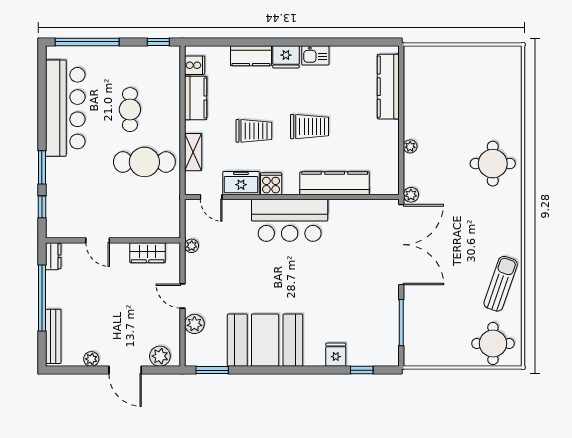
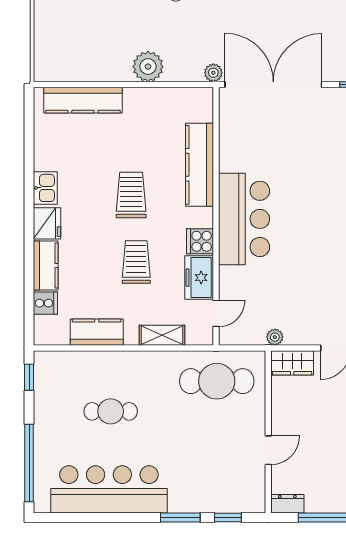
cooker: (195, 65) -> (45, 303), moved, turned 90
plant: (410, 146) -> (148, 67), width x1.87, depth x1.87
cafe table: (144, 162) -> (217, 381), moved, turned 90
wardrobe: (148, 253) -> (292, 363), moved, turned 90

